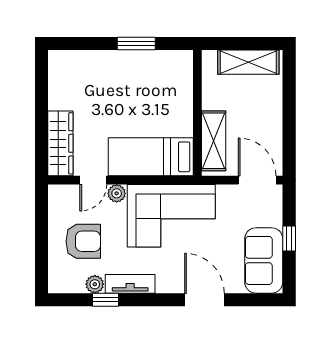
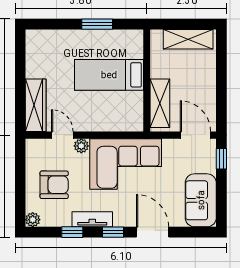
bed: (151, 157) -> (109, 75), moved
door: (93, 180) -> (62, 135), swing flipped
window: (289, 239) -> (221, 159), moved
plant: (95, 284) -> (33, 220), moved
window: (156, 300) -> (113, 232), added

